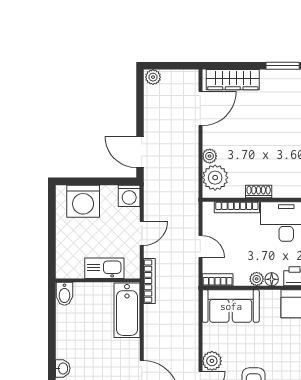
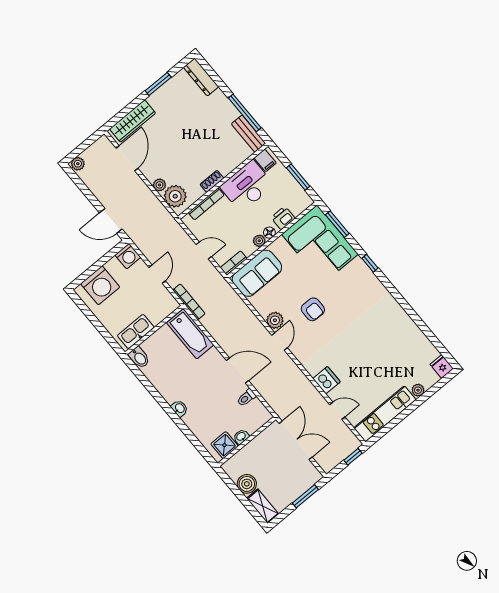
kitchen sink: (104, 268) -> (136, 332), moved

